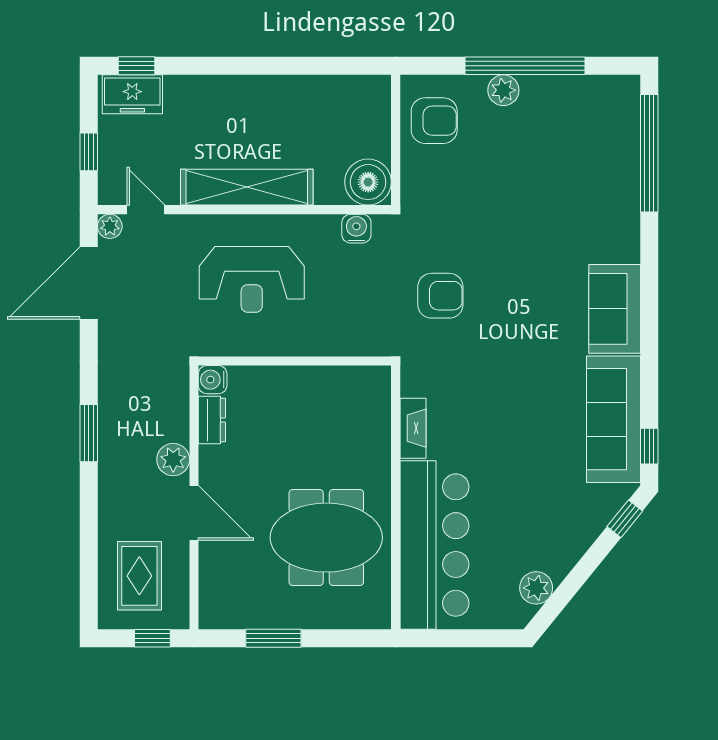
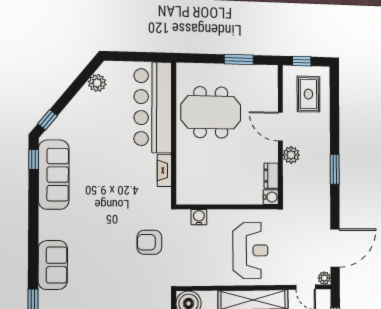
water cooler: (356, 229) -> (199, 217), moved, turned 180
reception desk: (252, 279) -> (250, 250), turned 90
sofa: (615, 309) -> (53, 265), moved

